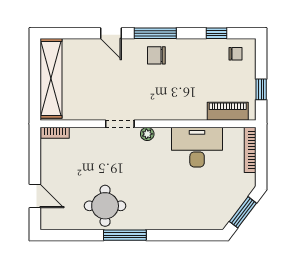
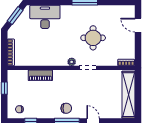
piano: (228, 111) -> (40, 75), moved
desk: (197, 147) -> (45, 17), moved, turned 180
round table: (105, 206) -> (93, 38), moved

